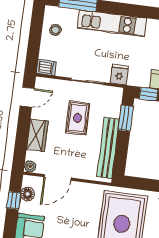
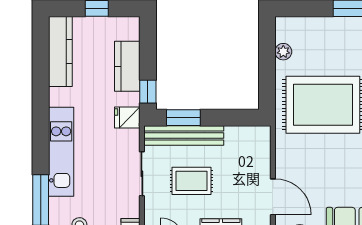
fridge: (119, 75) -> (127, 118), moved
bench: (108, 148) -> (184, 135), moved

